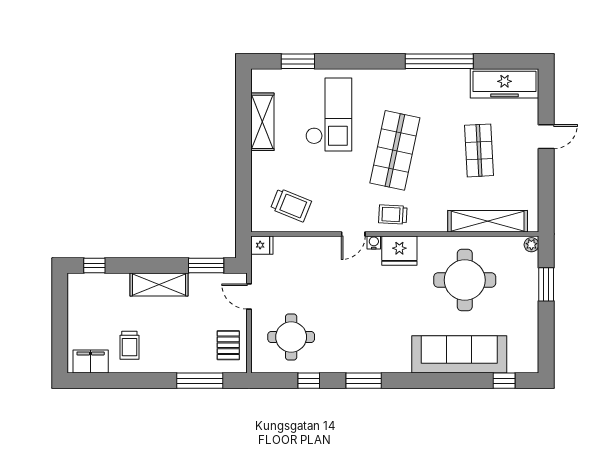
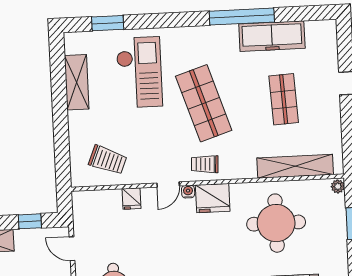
freezer: (505, 83) -> (272, 36), moved
shop shelf: (395, 150) -> (204, 103), turned -30
fridge: (262, 245) -> (131, 199), moved, turned 90
window: (206, 266) -> (30, 221), width x0.67

